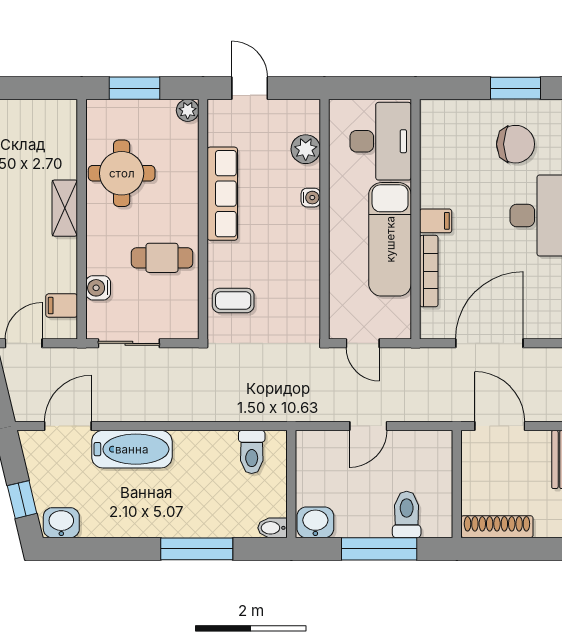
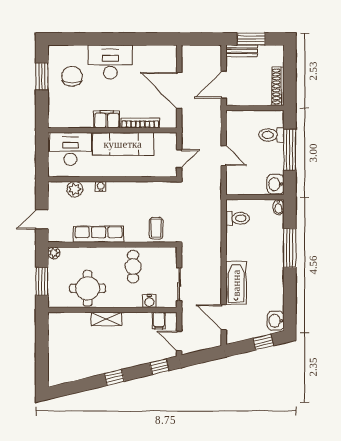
filing cabinet: (436, 221) -> (107, 119), width x2.00

